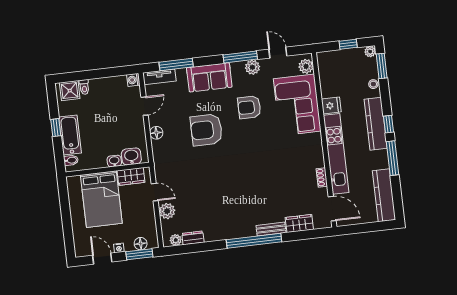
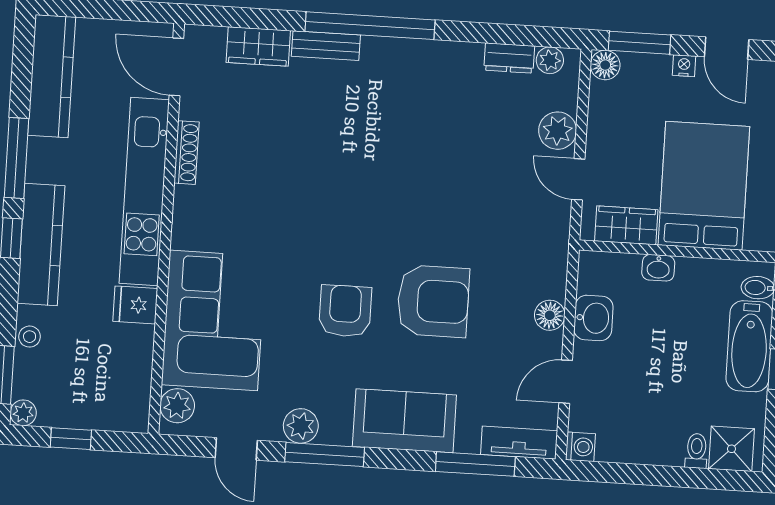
armchair: (249, 107) -> (345, 311), moved, turned -90
washbasin: (131, 156) -> (593, 318), moved, turned -90
shoe rack: (322, 177) -> (187, 153), width x1.43
floor lamp: (141, 244) -> (605, 65), moved

